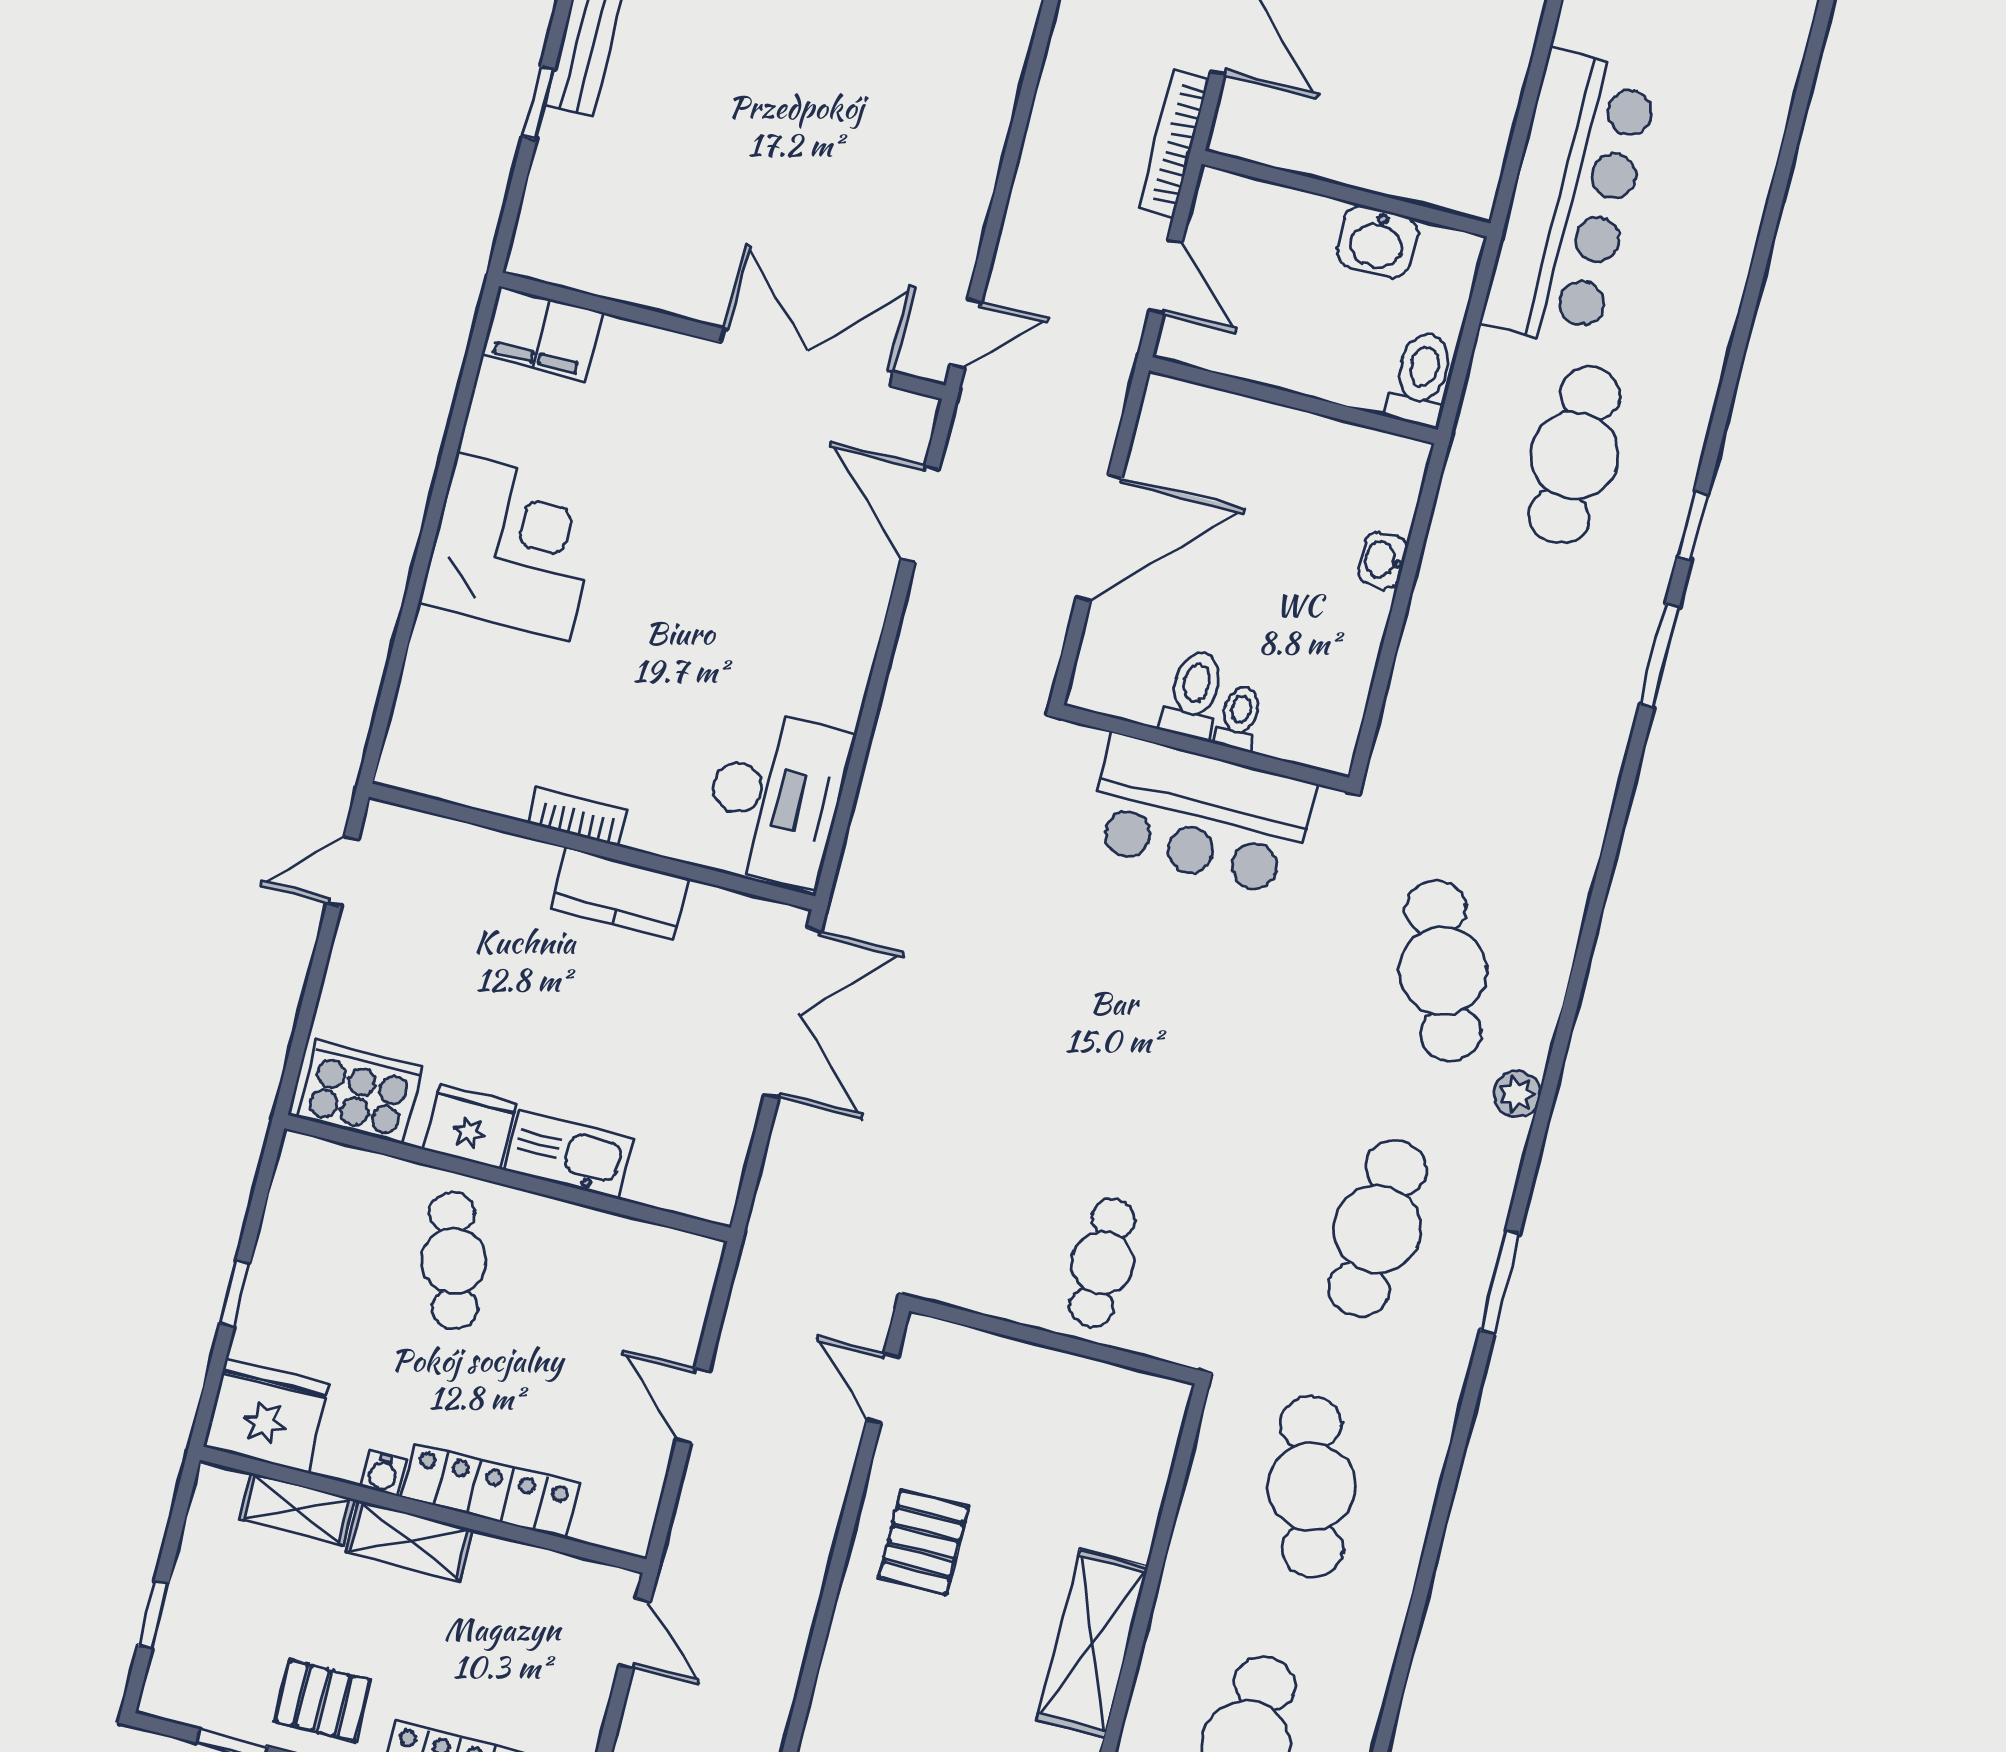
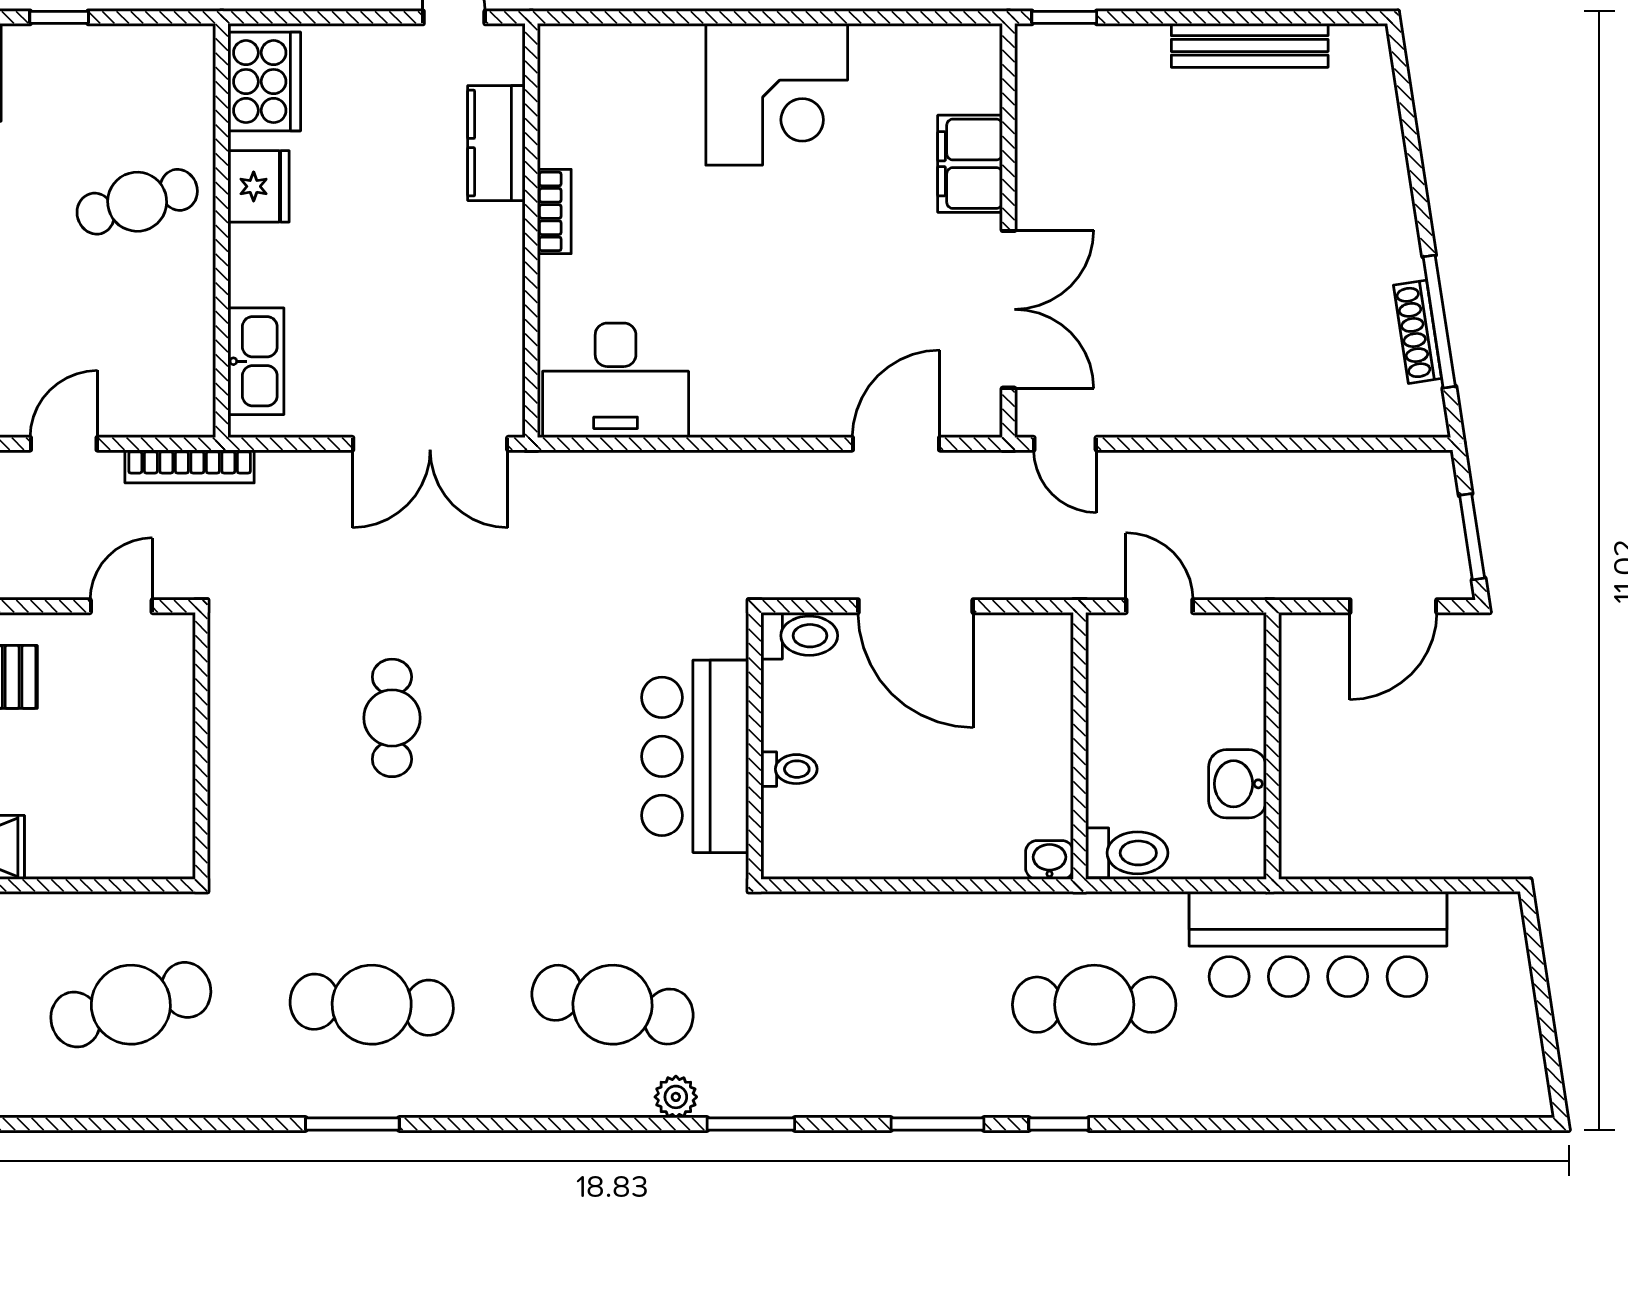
window: (539, 103) -> (1064, 17), moved
bookcase: (1174, 143) -> (190, 466), moved, turned 180
door: (1166, 277) -> (1159, 606), swing flipped
filing cabinet: (542, 334) -> (970, 164), moved
washbasin: (1383, 560) -> (1049, 860), moved
toilet: (1194, 695) -> (799, 636), moved
window: (1609, 855) -> (751, 1124), added
kitchen counter: (620, 893) -> (496, 143), moved
cafe table: (1443, 971) -> (613, 1005), turned 33
plant: (1517, 1094) -> (676, 1097), moved
kitchen sink: (569, 1155) -> (256, 361), moved
cafe table: (1102, 1263) -> (392, 718), moved, turned 90

